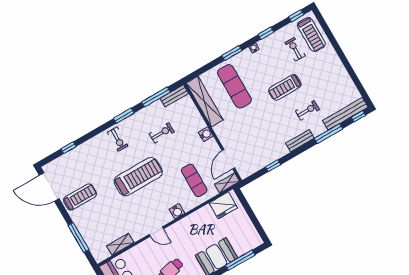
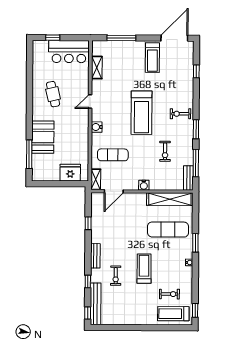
window: (266, 33) -> (195, 279), removed
window: (329, 134) -> (88, 282), width x0.46
door: (228, 159) -> (114, 191), swing flipped
fridge: (223, 205) -> (70, 173), moved, turned 90

